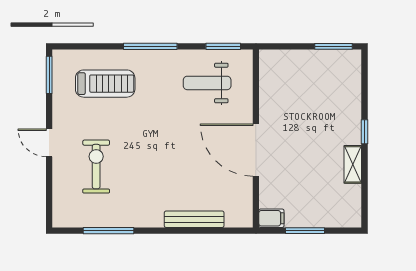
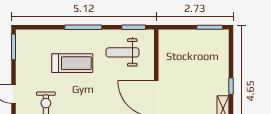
treadmill: (105, 84) -> (72, 63), moved

